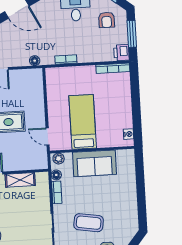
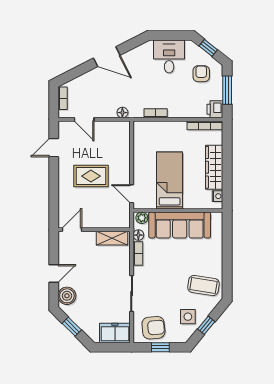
armchair: (107, 20) -> (201, 74), turned 180
wardrobe: (124, 107) -> (214, 167), added
sofa: (94, 163) -> (180, 225), width x1.36
shelving: (20, 180) -> (112, 238), moved
coffee table: (89, 223) -> (203, 286), moved

